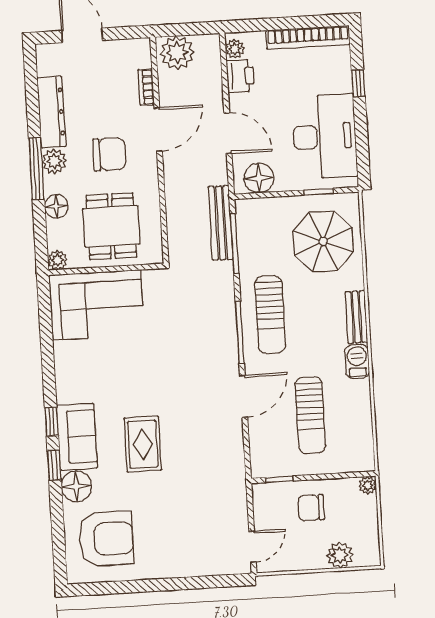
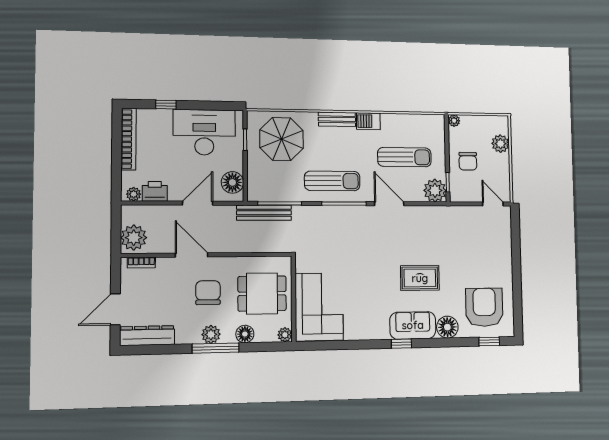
bookcase: (146, 87) -> (141, 263), moved
dresser: (51, 112) -> (147, 336), moved
plant: (266, 461) -> (435, 190), added
window: (54, 465) -> (489, 341), moved

